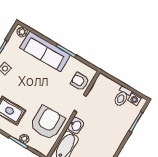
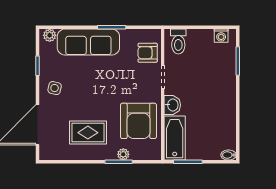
toilet: (122, 97) -> (178, 41), moved
armchair: (47, 123) -> (138, 121), turned 180

